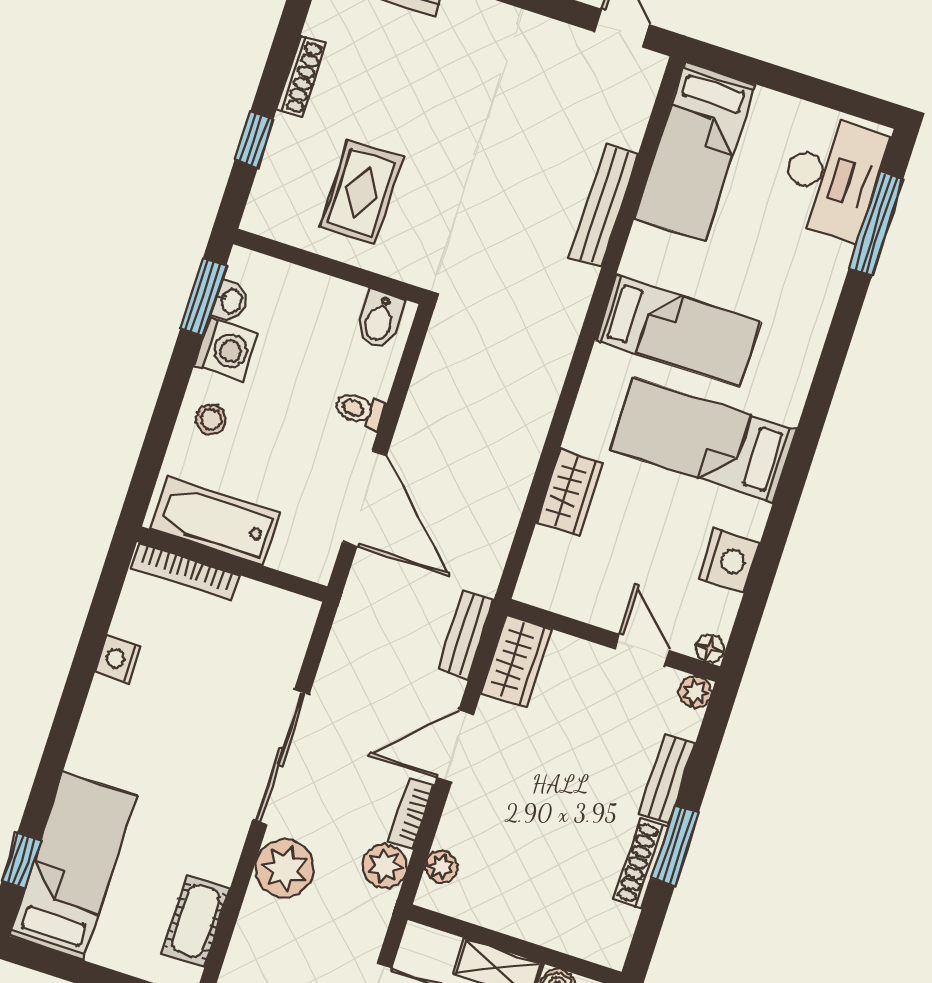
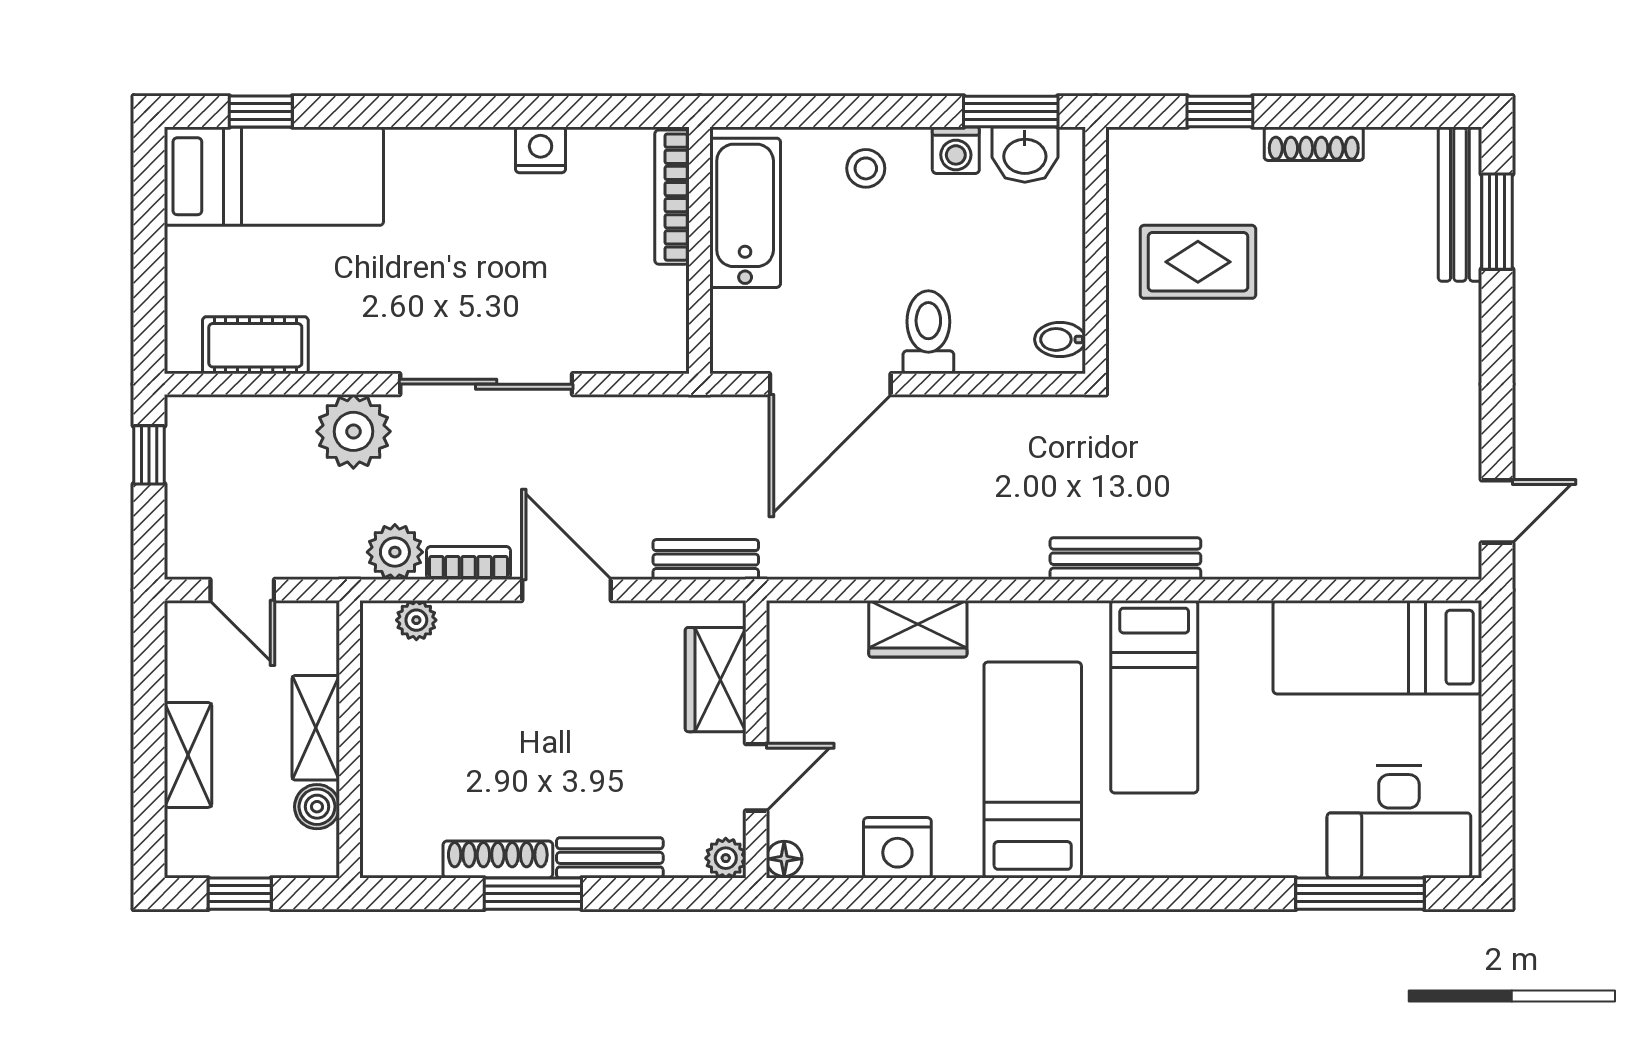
bench: (604, 206) -> (1125, 559), moved
washbasin: (231, 301) -> (1025, 155), width x1.38, depth x1.45
bidet: (379, 320) -> (1060, 339), width x0.72, depth x0.74
washing machine: (226, 349) -> (956, 150), width x0.73, depth x0.73
toilet: (360, 410) -> (928, 332), width x1.37, depth x1.39
wardrobe: (516, 661) -> (716, 680), moved, turned 90

